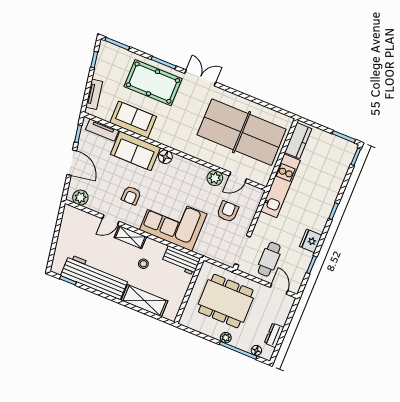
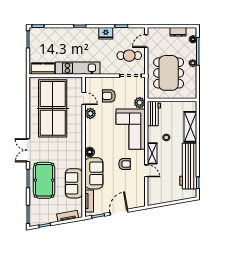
plant: (80, 198) -> (140, 103), moved

